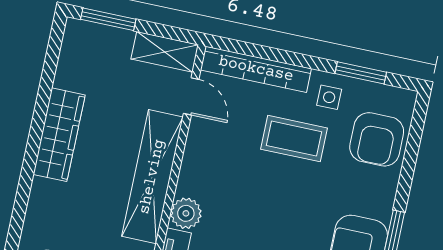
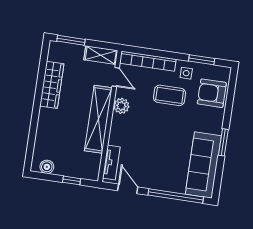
wardrobe: (59, 135) -> (52, 85), moved
armchair: (377, 139) -> (212, 93), turned 90
plant: (186, 213) -> (121, 106), moved

